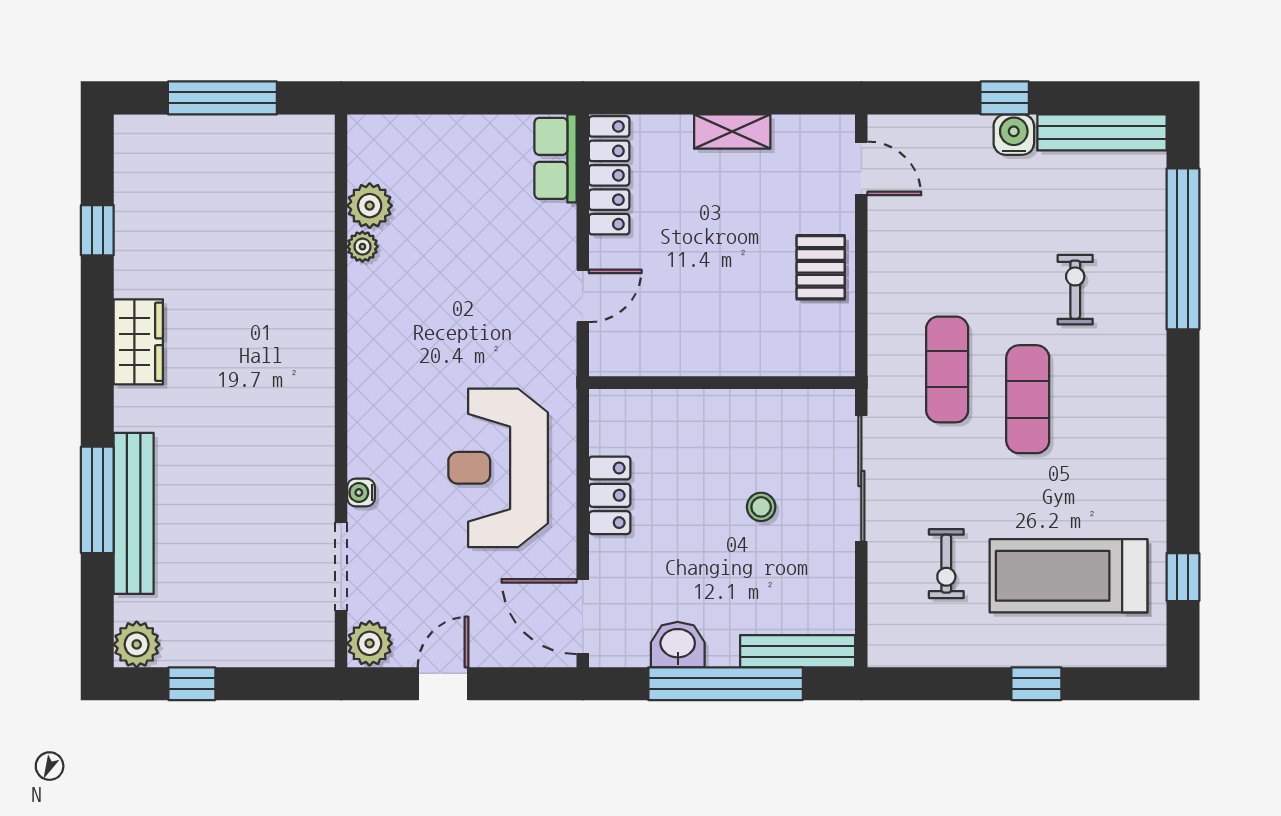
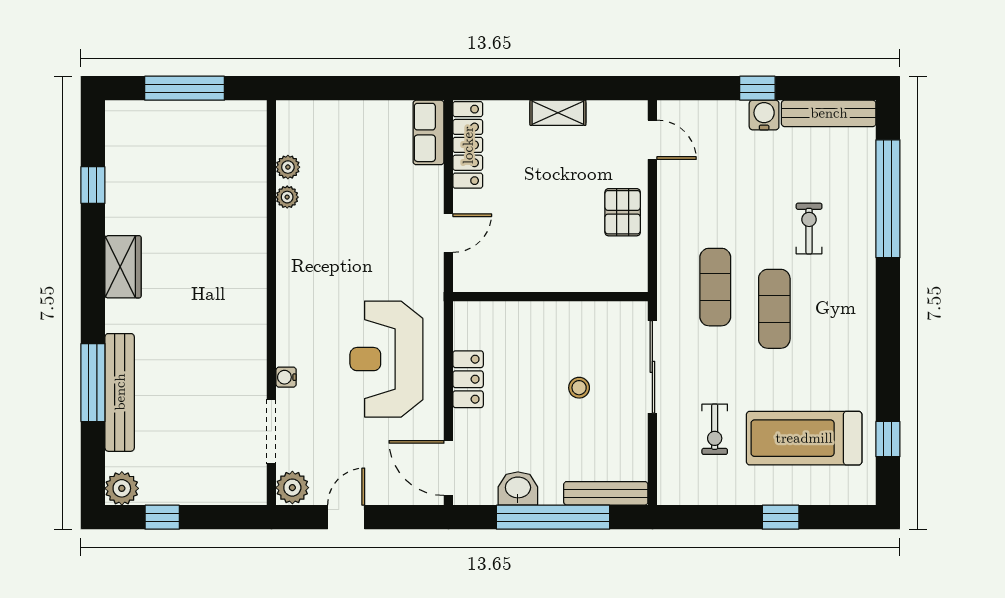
plant: (370, 206) -> (288, 167), width x0.73, depth x0.73

